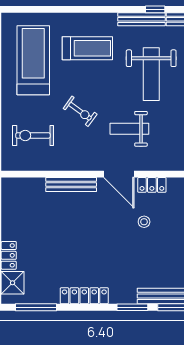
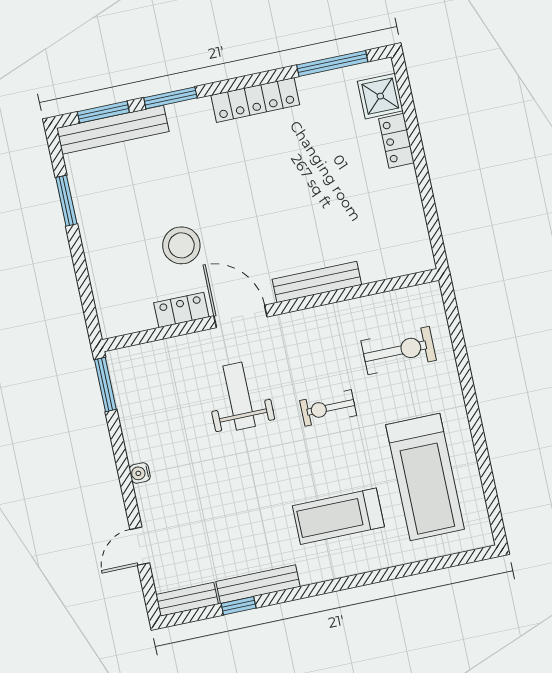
weight bench: (151, 74) -> (222, 496), removed
exercise bike: (80, 111) -> (328, 408), turned -36
weight bench: (129, 129) -> (239, 396), turned -90
stool: (144, 222) -> (181, 245), width x1.89, depth x1.89

